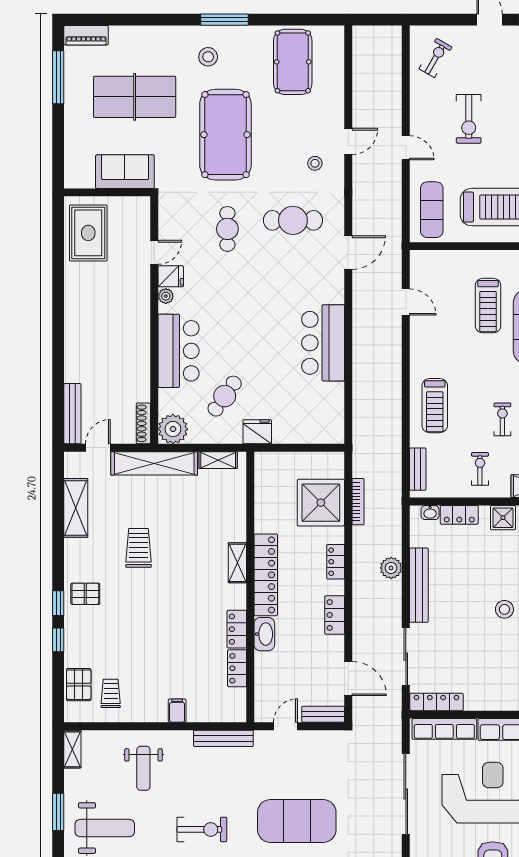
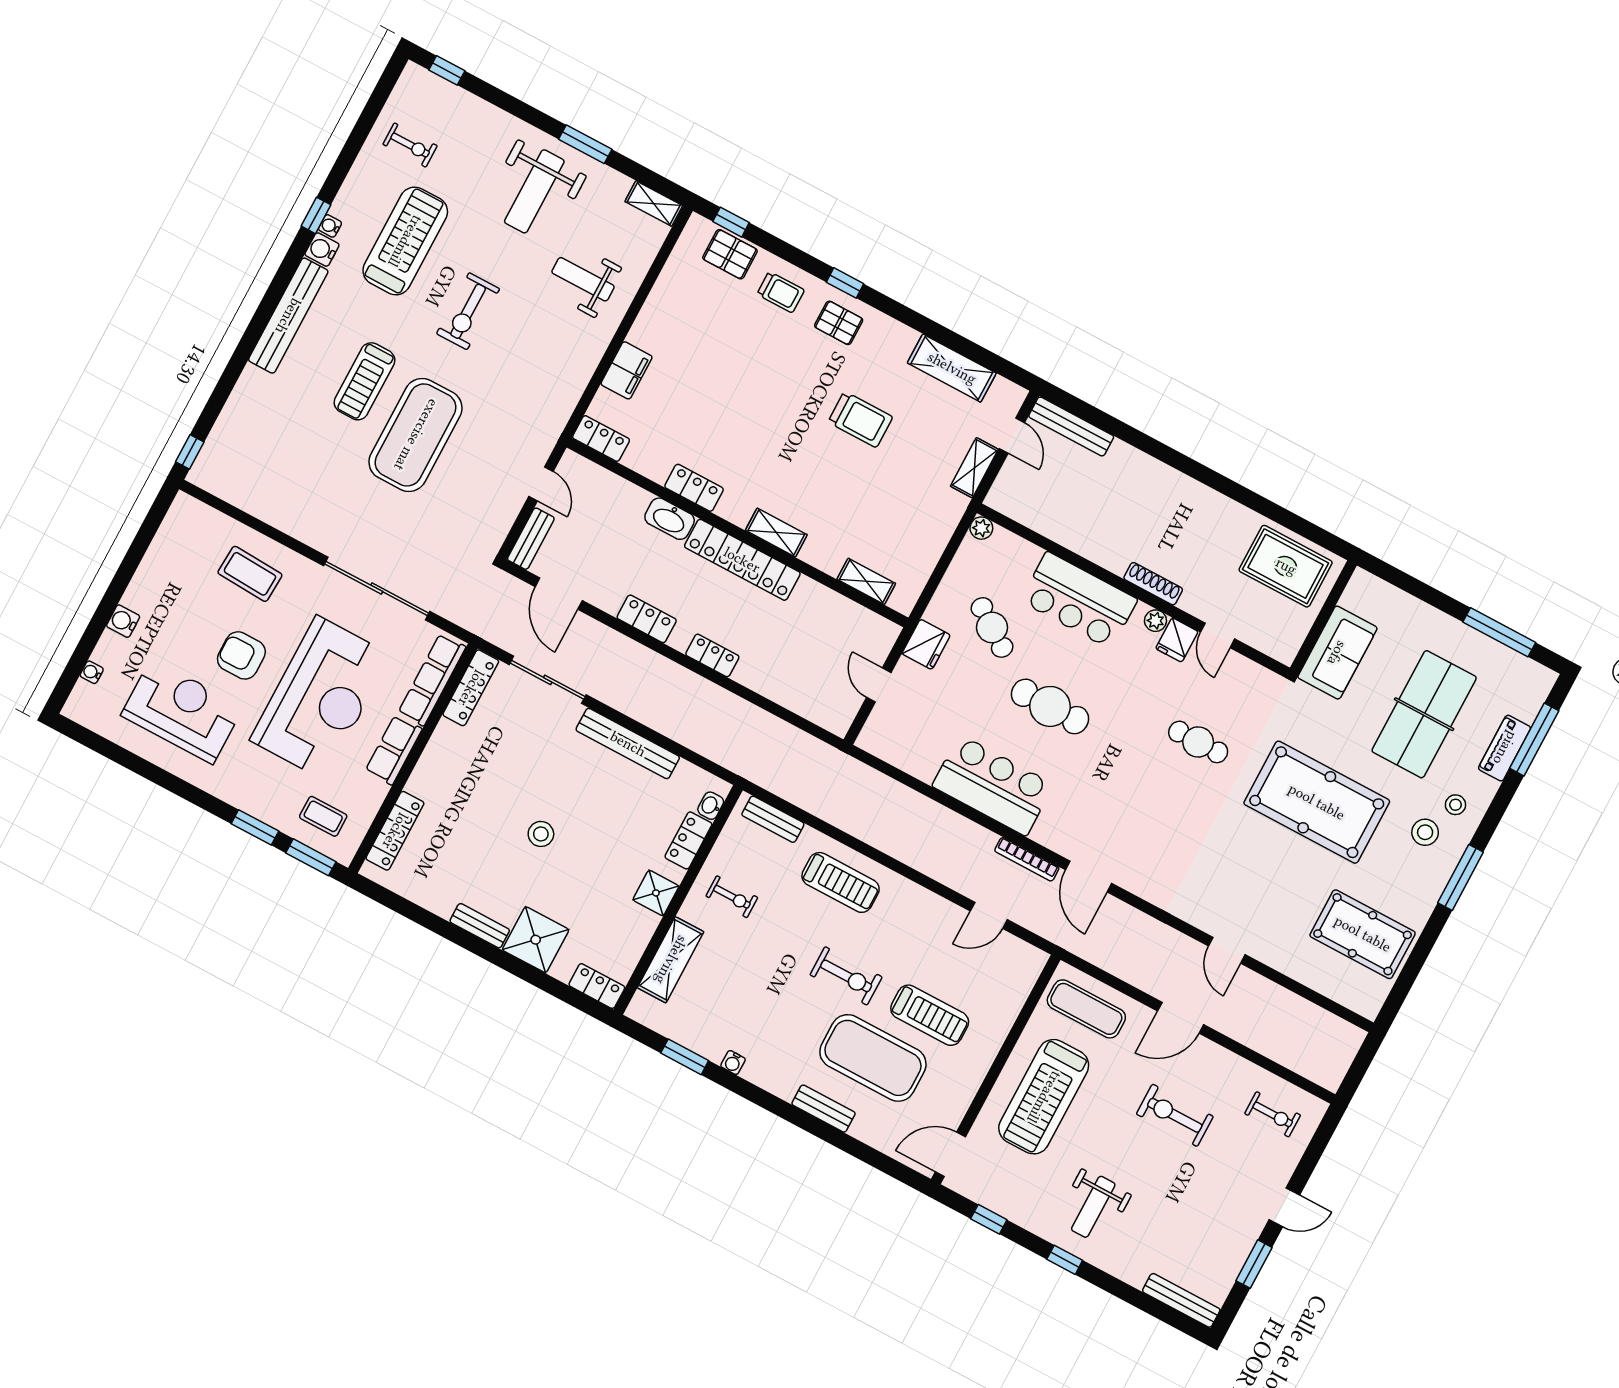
window: (114, 20) -> (1534, 740), added
piano: (86, 35) -> (1505, 748), moved
exercise bike: (435, 58) -> (1273, 1114), turned -30
door: (406, 148) -> (1181, 1018), width x1.38
stool: (315, 163) -> (1455, 805), moved
cafe table: (293, 220) -> (1050, 706), moved, turned 90
treadmill: (488, 306) -> (930, 1015), turned 180
treadmill: (435, 406) -> (841, 882), turned 180
exercise bike: (502, 419) -> (846, 976), moved, width x1.38, depth x1.39
shoe rack: (143, 423) -> (1153, 584), moved
plant: (173, 429) -> (981, 528), width x0.53, depth x0.53
door: (298, 448) -> (879, 685), added
shelving: (218, 460) -> (866, 581), moved, turned 90
shelving: (154, 463) -> (974, 468), width x0.45, depth x0.75
bookcase: (358, 502) -> (1027, 859), moved
shower: (321, 503) -> (796, 676), removed
plant: (391, 568) -> (668, 720), removed
pallet: (85, 594) -> (839, 323), turned 90
window: (58, 640) -> (731, 222), moved
locker: (237, 668) -> (601, 439), moved
door: (348, 678) -> (559, 594), hinge flipped
trolley: (111, 693) -> (781, 292), moved
filing cabinet: (177, 711) -> (627, 370), width x2.00
bench: (223, 738) -> (567, 399), removed

